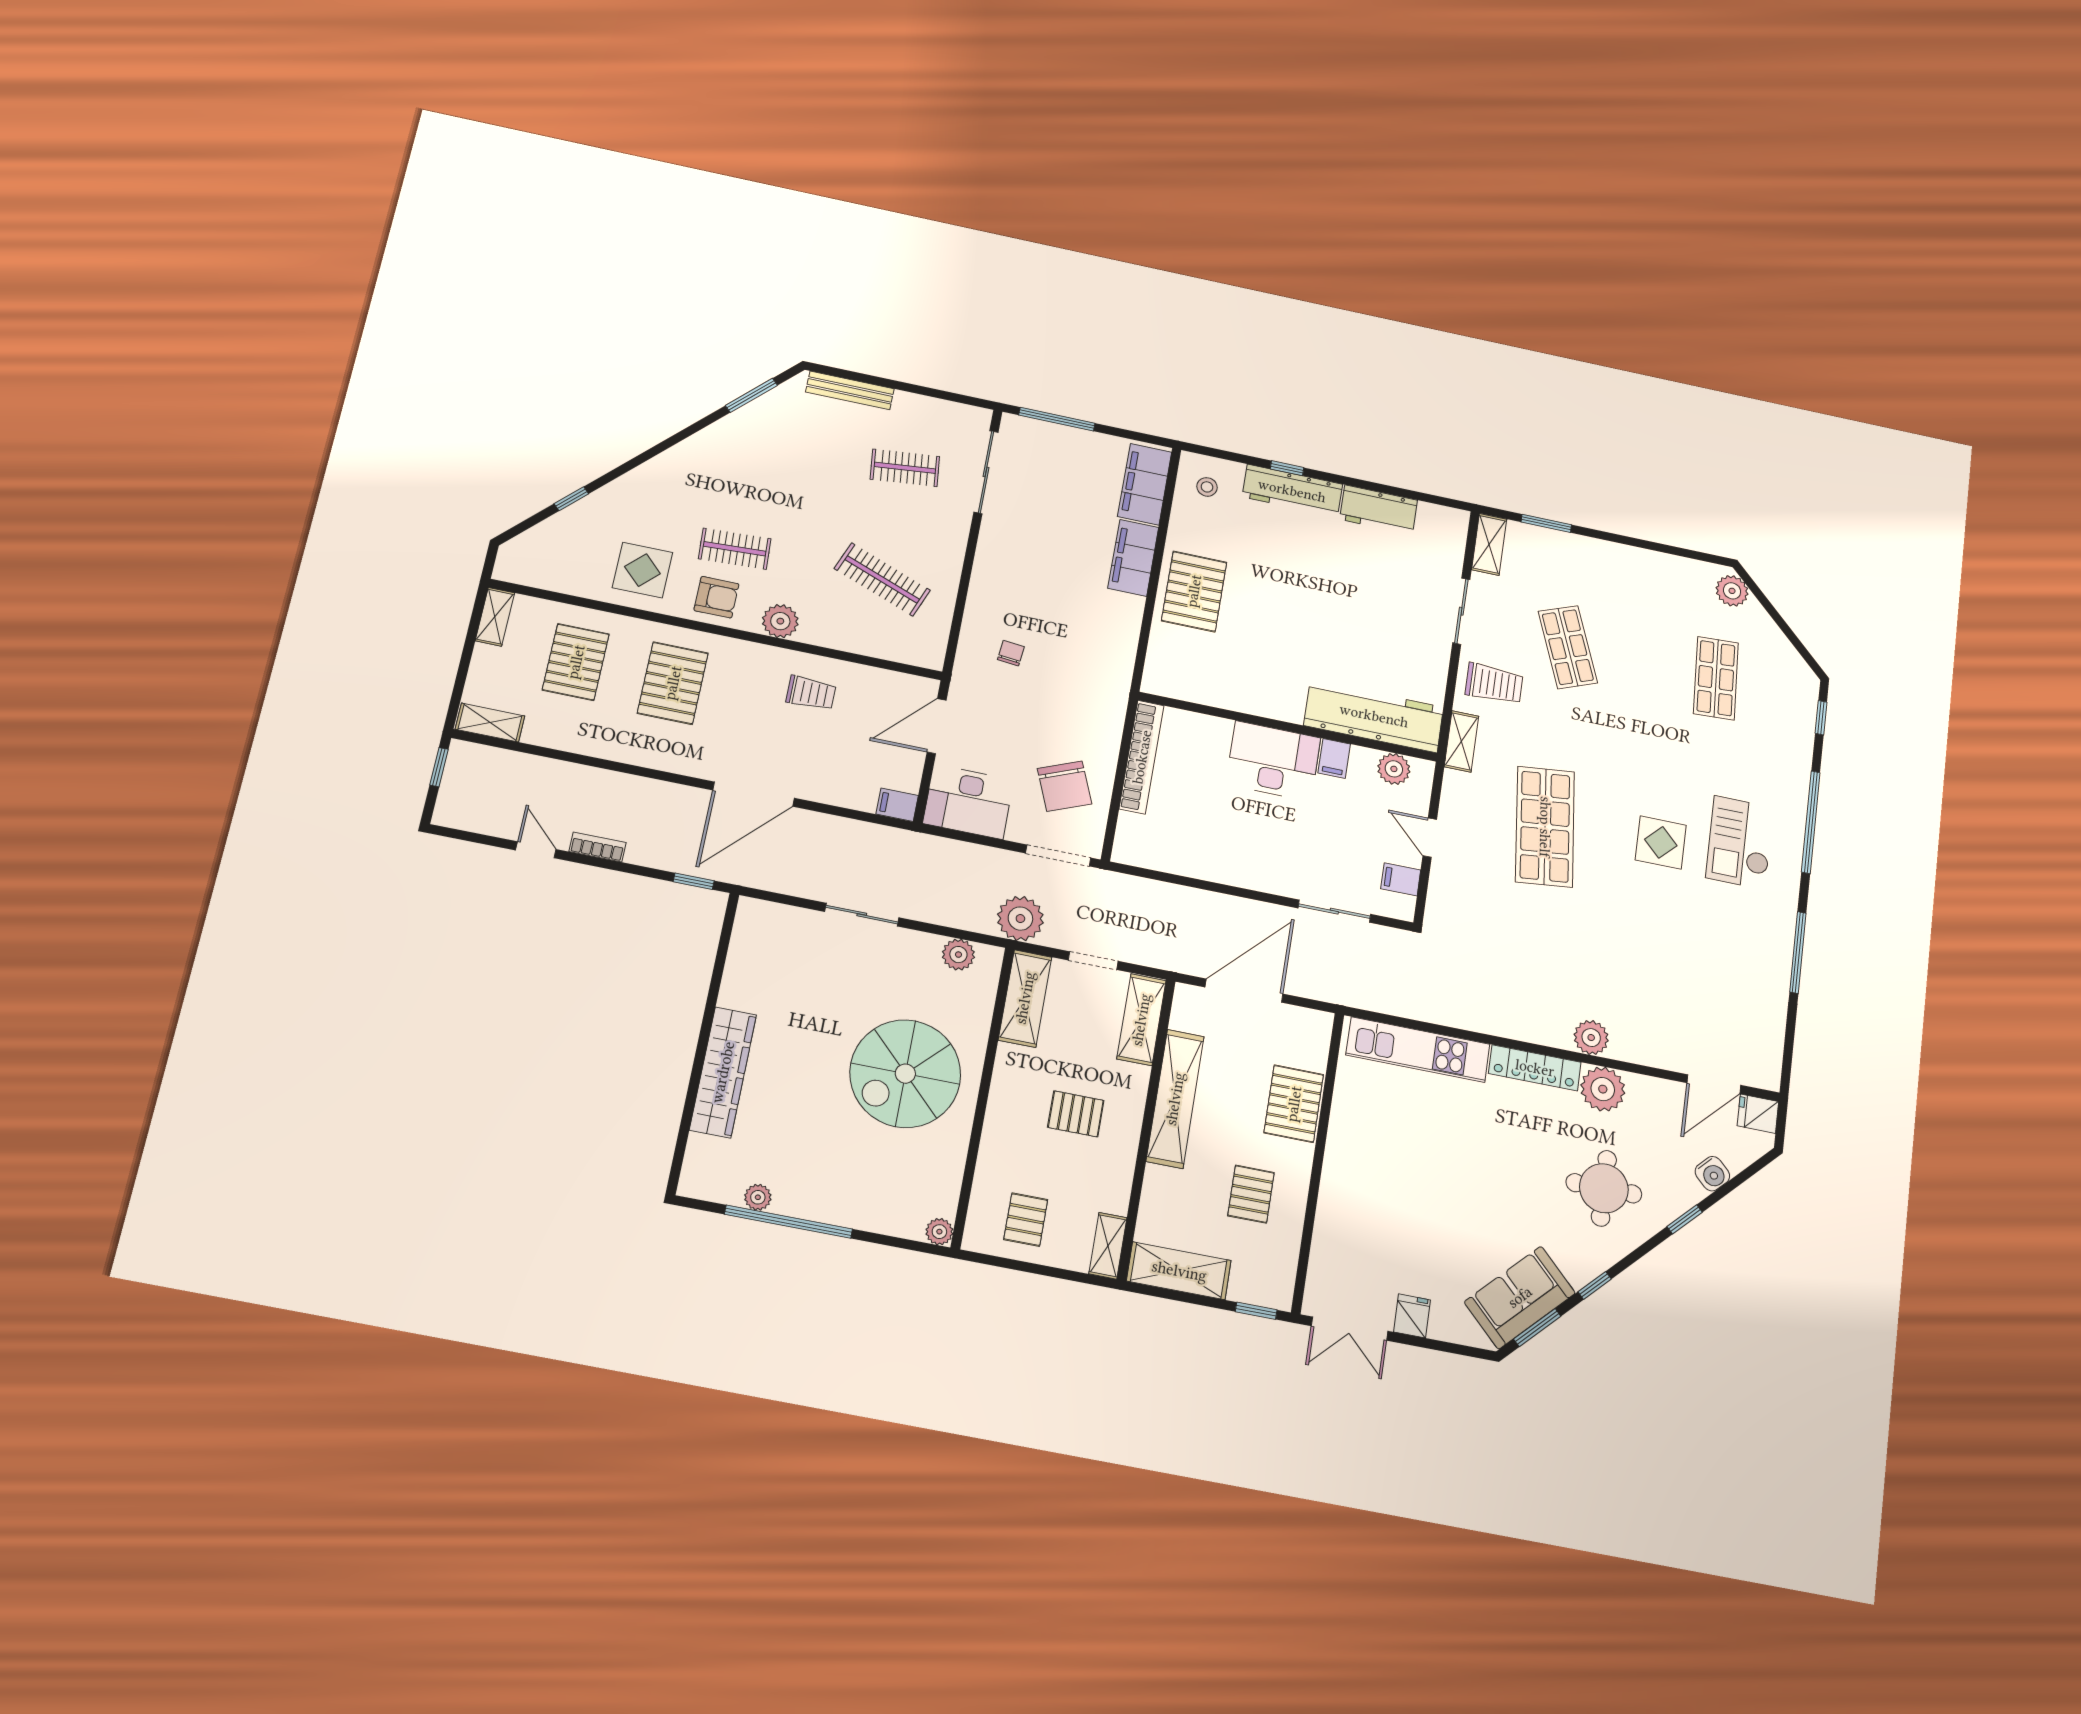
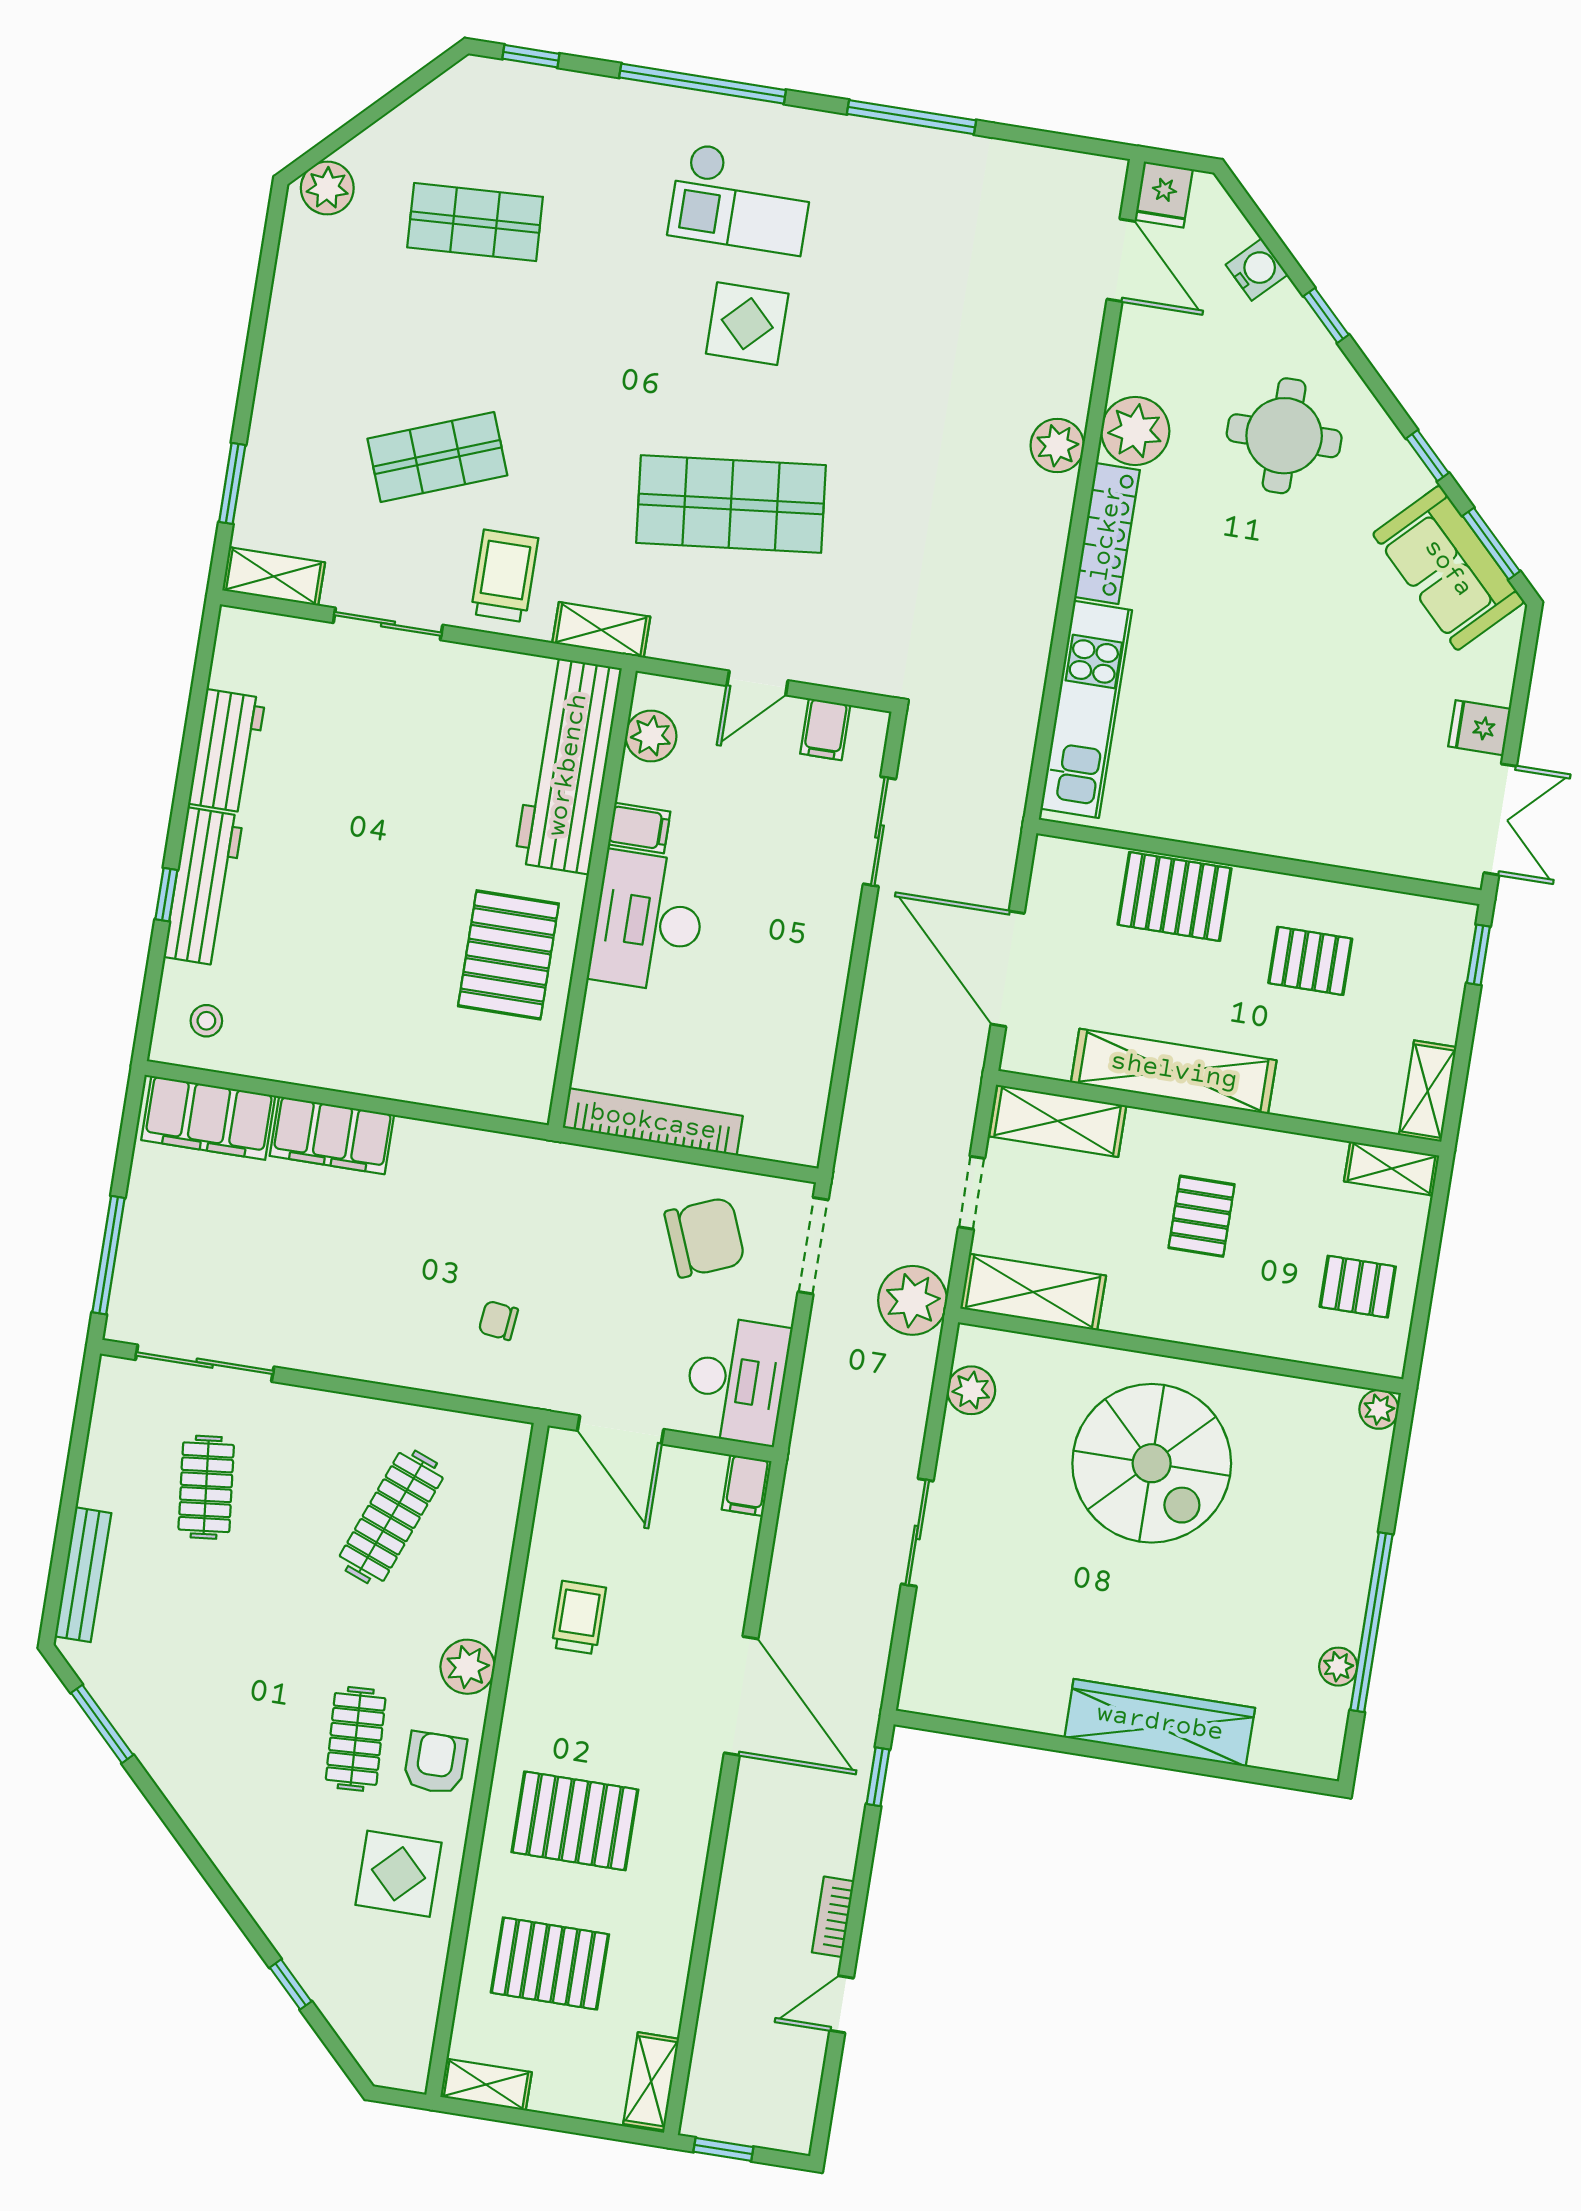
pallet: (1194, 591) -> (508, 955), moved, turned 90
shelving: (1179, 1271) -> (1428, 1091), width x0.67, depth x0.75

